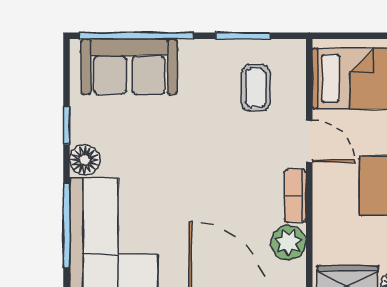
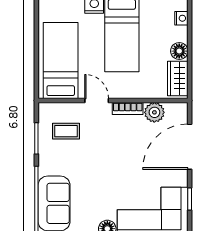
door: (309, 141) -> (97, 100), hinge flipped

